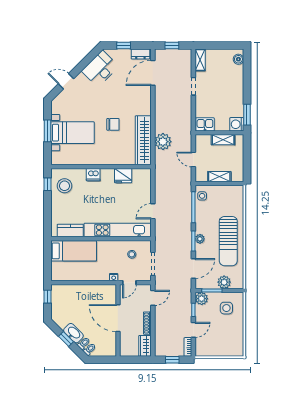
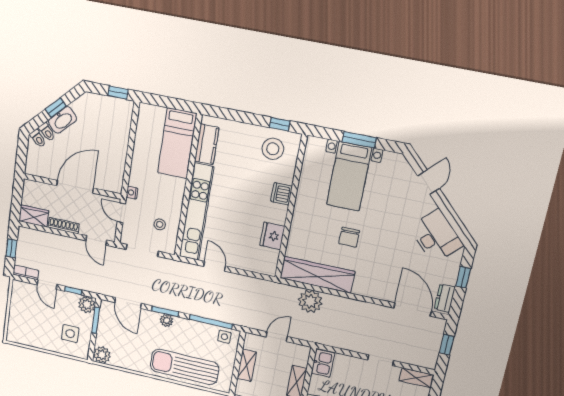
sun lounger: (228, 241) -> (184, 367), moved
plant: (224, 282) -> (102, 355), moved

